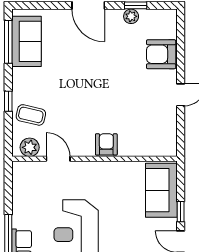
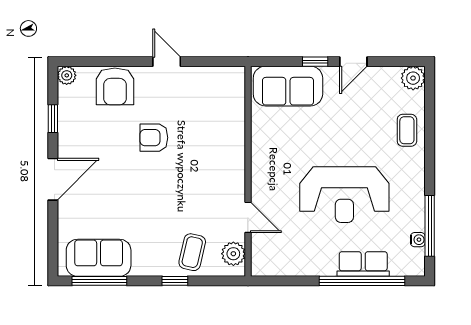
plant: (131, 16) -> (67, 75), moved
armchair: (106, 144) -> (154, 138), moved
door: (58, 159) -> (248, 217), swing flipped

